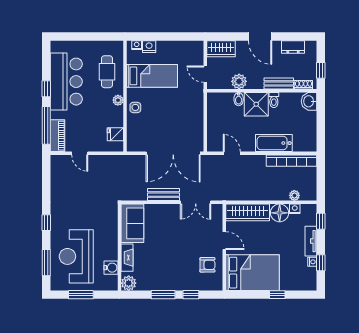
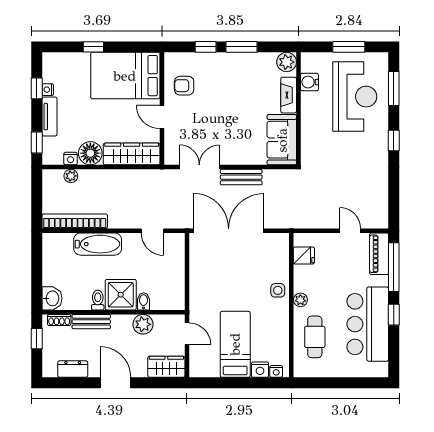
bed: (152, 76) -> (235, 344), moved, turned 90

